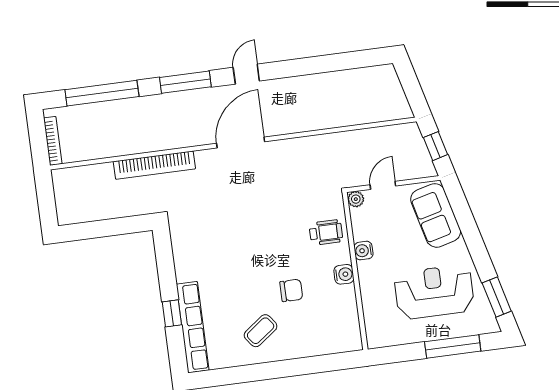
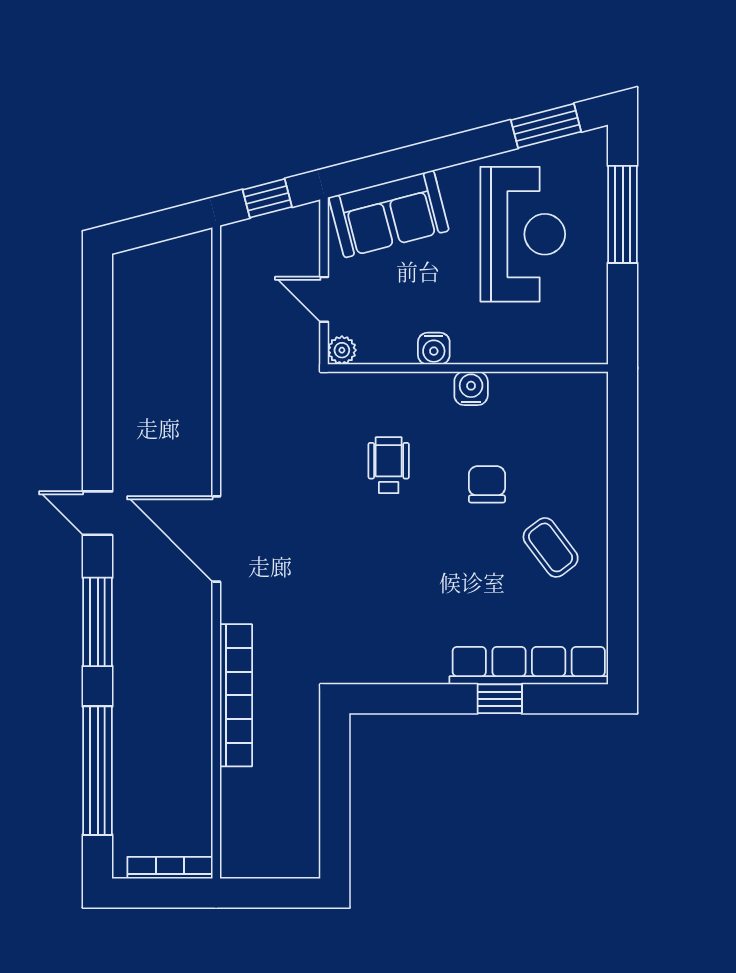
wheelchair: (326, 232) -> (389, 465), moved
reception desk: (434, 292) -> (523, 234), turned 180

